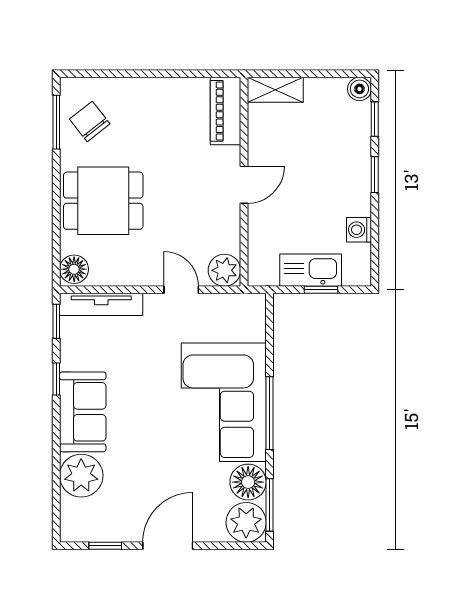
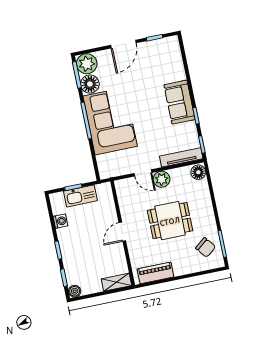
piano: (225, 111) -> (155, 273), moved, turned -90
dining table: (103, 201) -> (170, 221), moved
plant: (224, 270) -> (162, 179), moved
plant: (81, 476) -> (174, 70), removed

